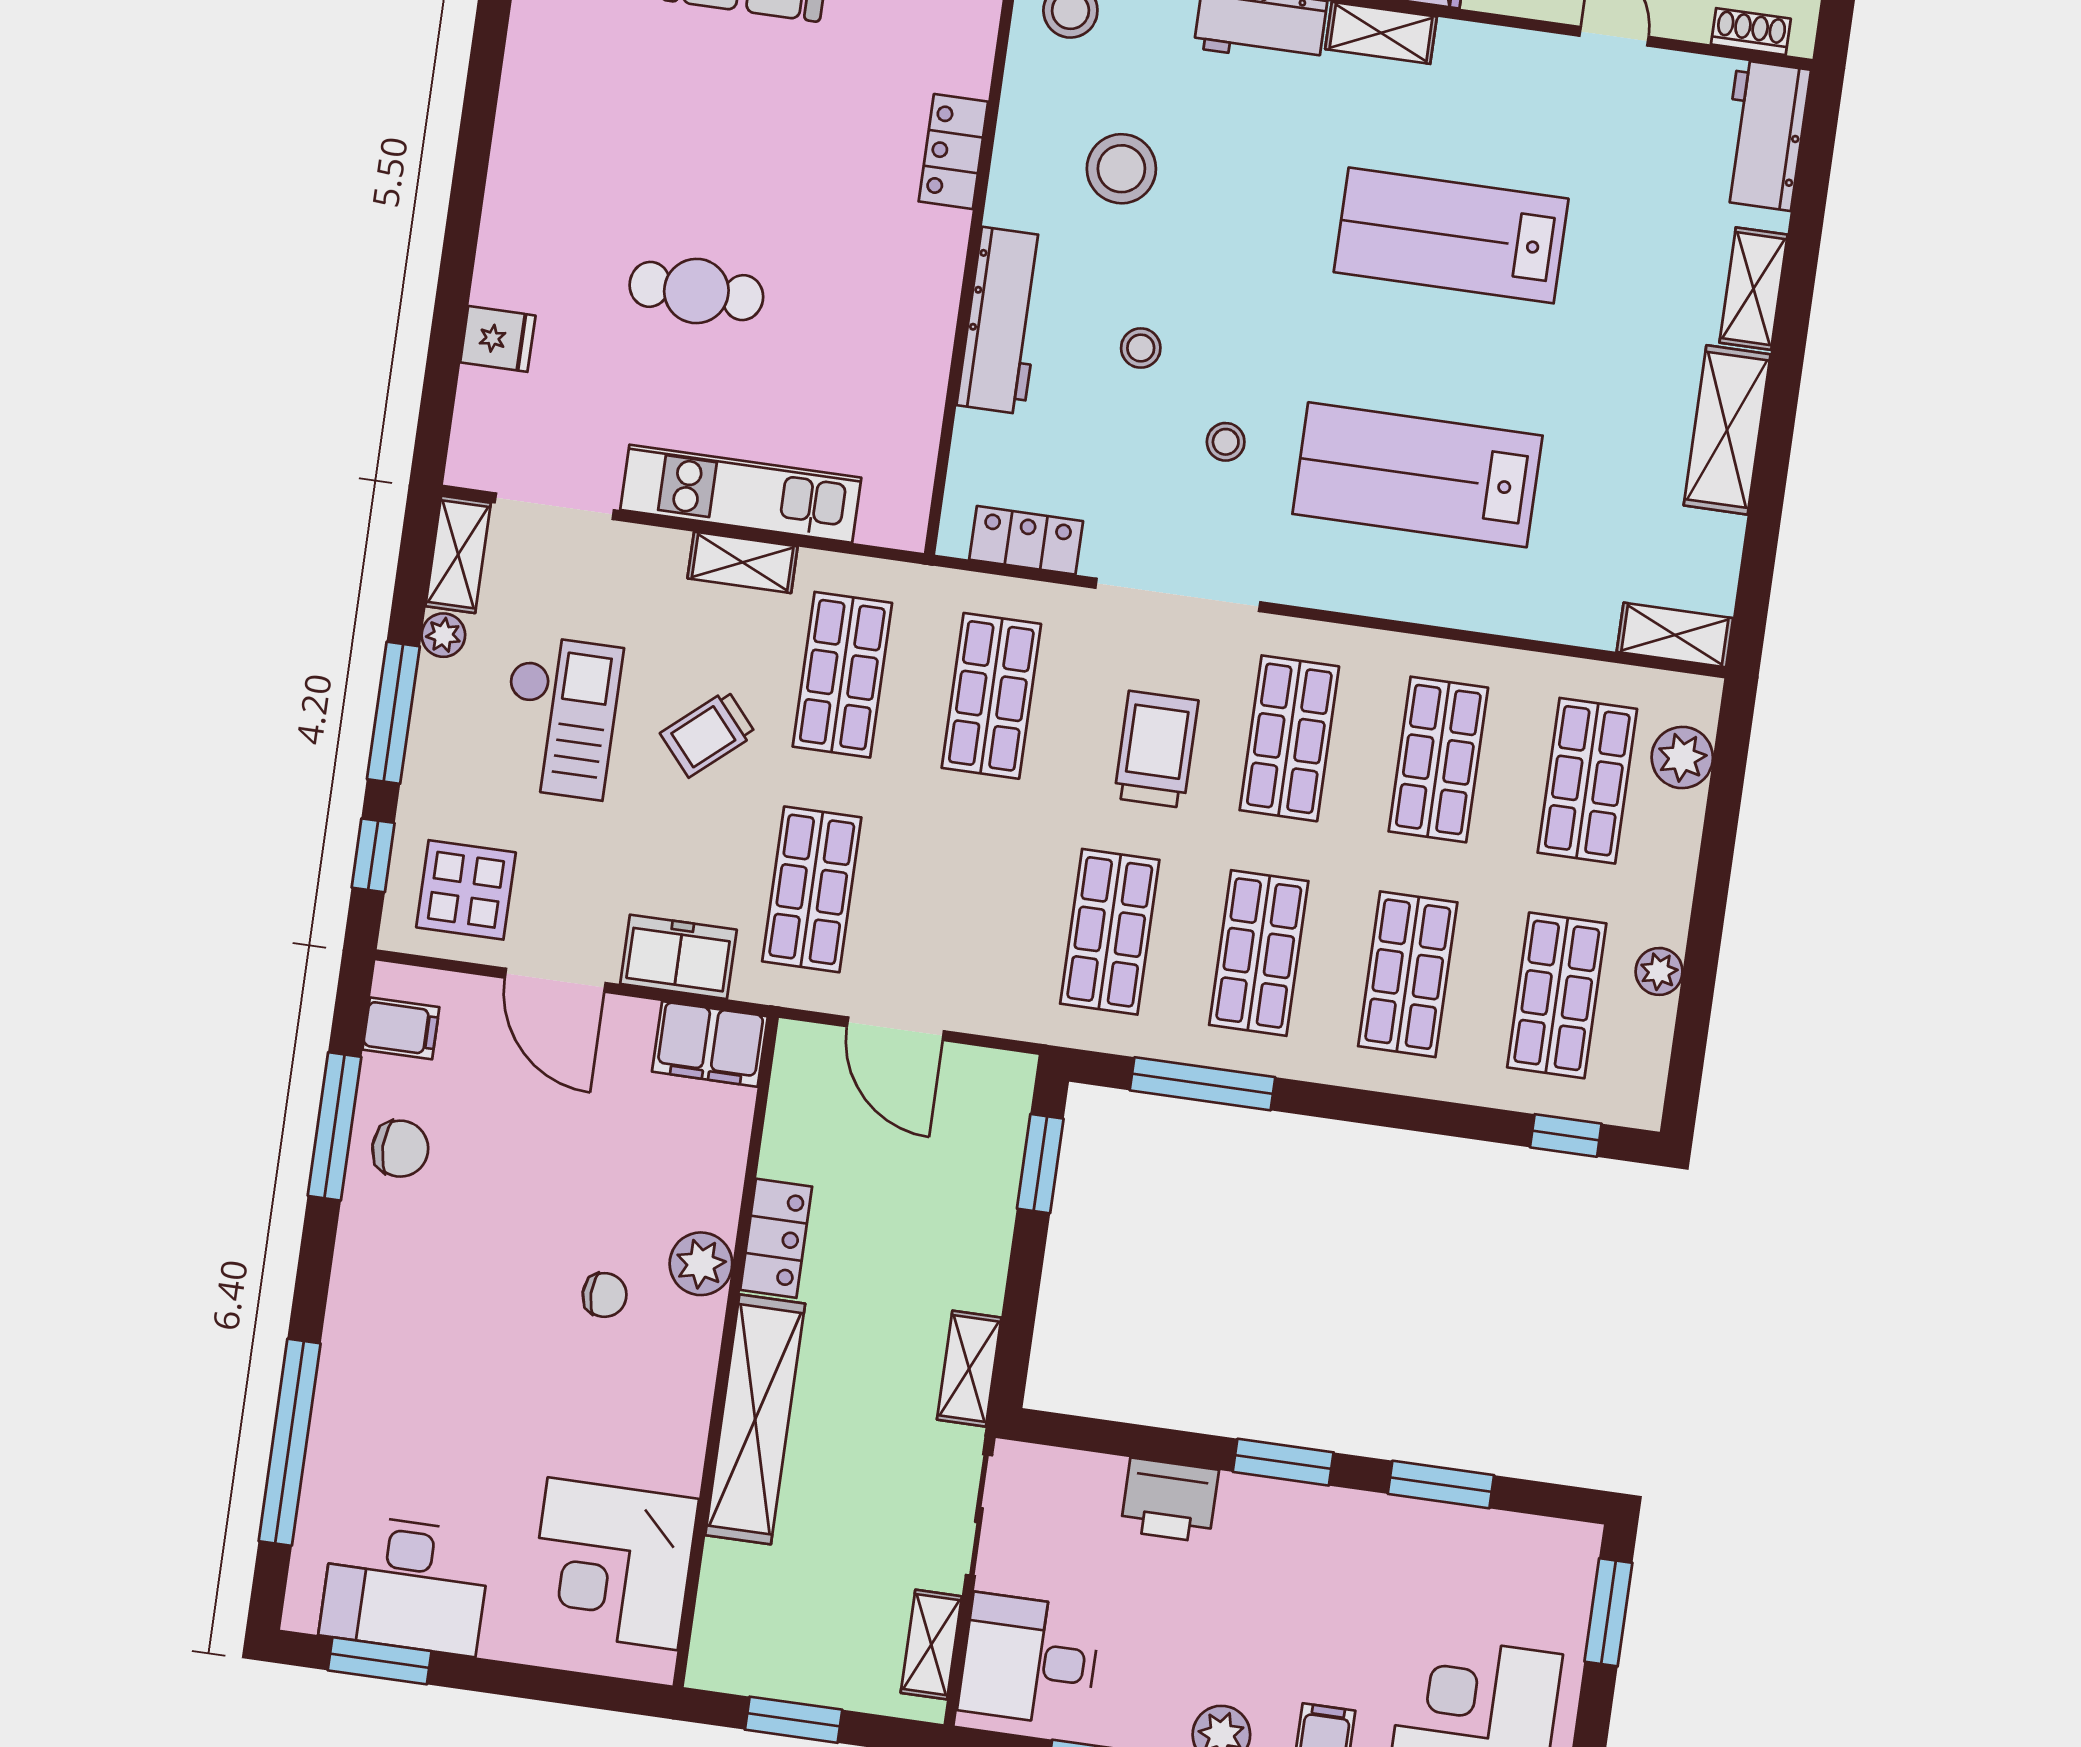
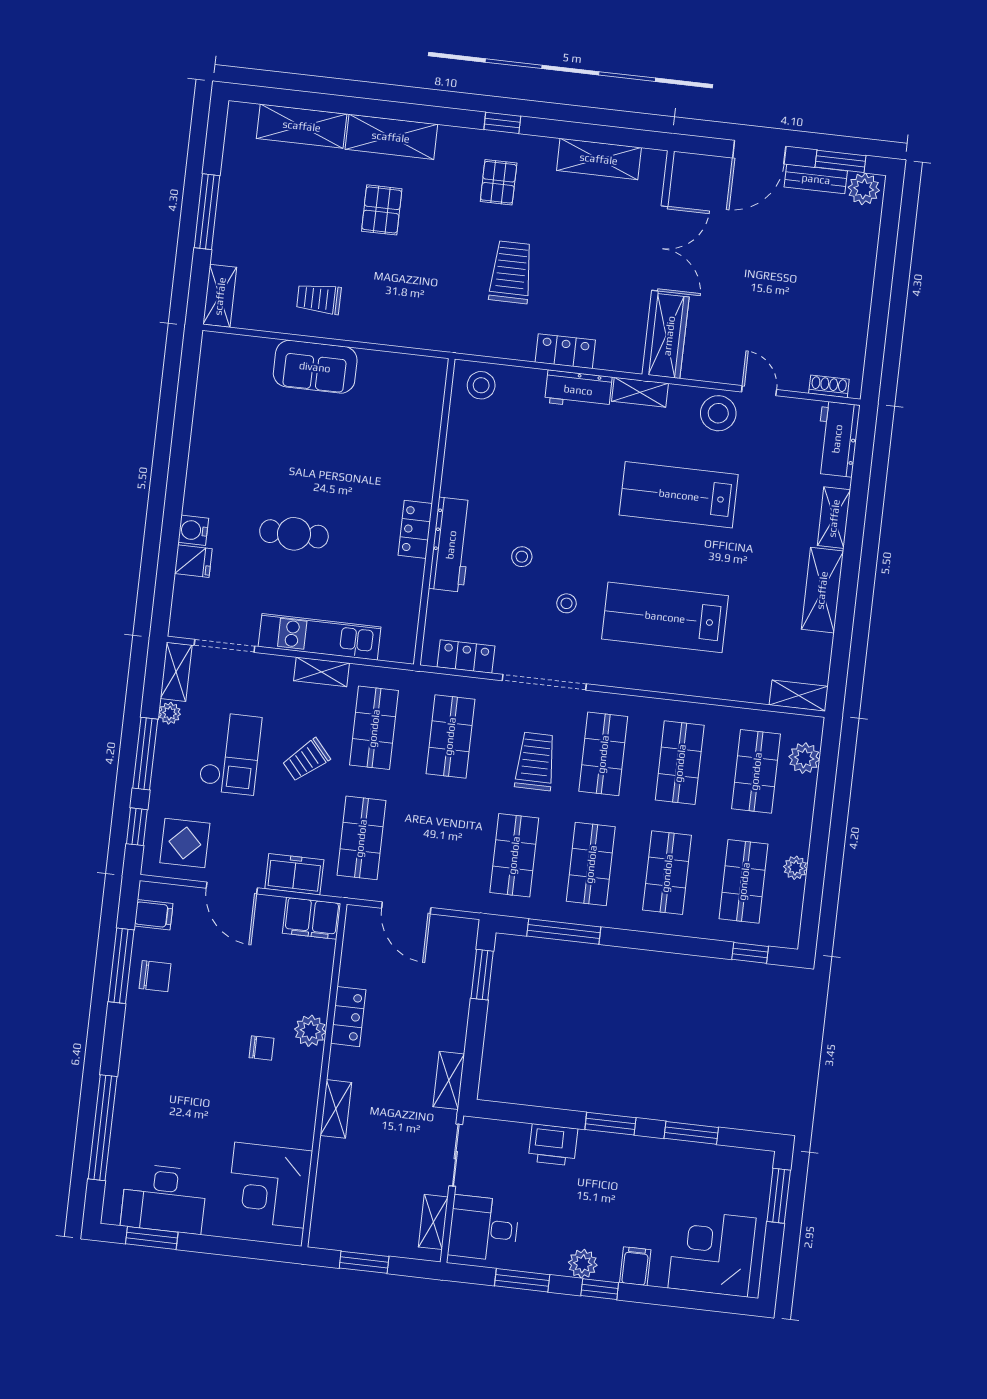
locker: (953, 152) -> (415, 529), moved
stool: (1121, 169) -> (718, 413), moved
water cooler: (499, 279) -> (193, 530), added
shelving: (755, 1419) -> (336, 1109), width x0.45, depth x0.75

